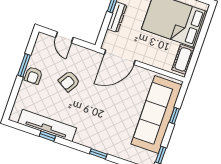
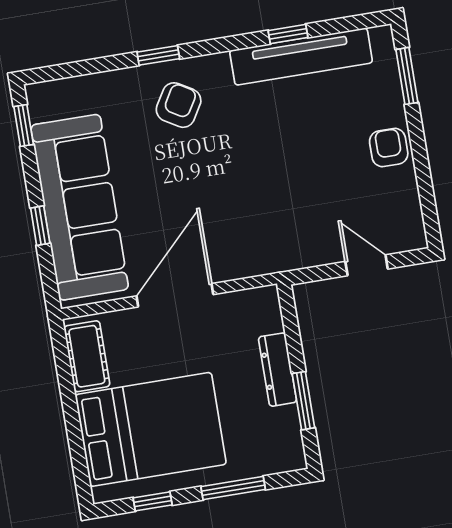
door: (120, 57) -> (175, 295), moved
window: (24, 65) -> (407, 76), moved
armchair: (69, 81) -> (179, 105), moved

